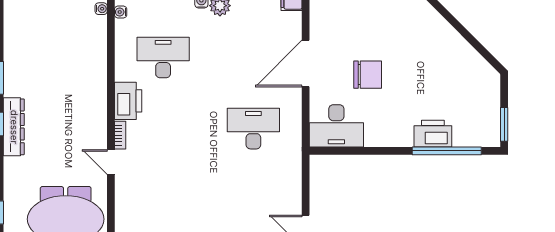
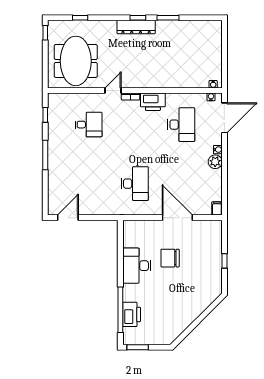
chair: (368, 75) -> (170, 258), turned 90
desk: (336, 126) -> (137, 266), moved
printer: (433, 134) -> (132, 314), moved
desk: (163, 200) -> (88, 125), added

